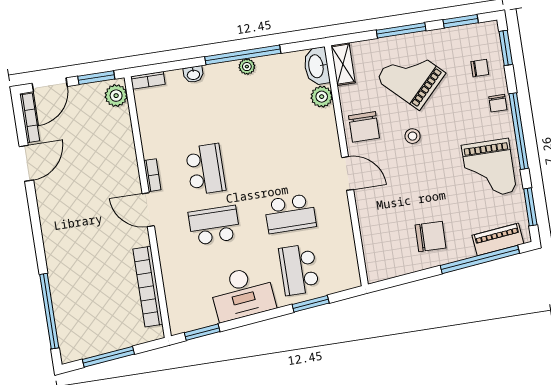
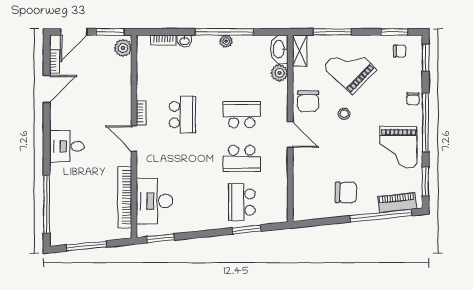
window: (401, 30) -> (332, 32), moved
chair: (480, 68) -> (400, 51), moved
bookcase: (148, 80) -> (163, 40), moved
bookcase: (30, 118) -> (55, 61), width x0.64
school desk: (214, 225) -> (242, 115), moved
desk: (64, 233) -> (67, 146), added
desk: (242, 293) -> (154, 201), moved, turned 96

